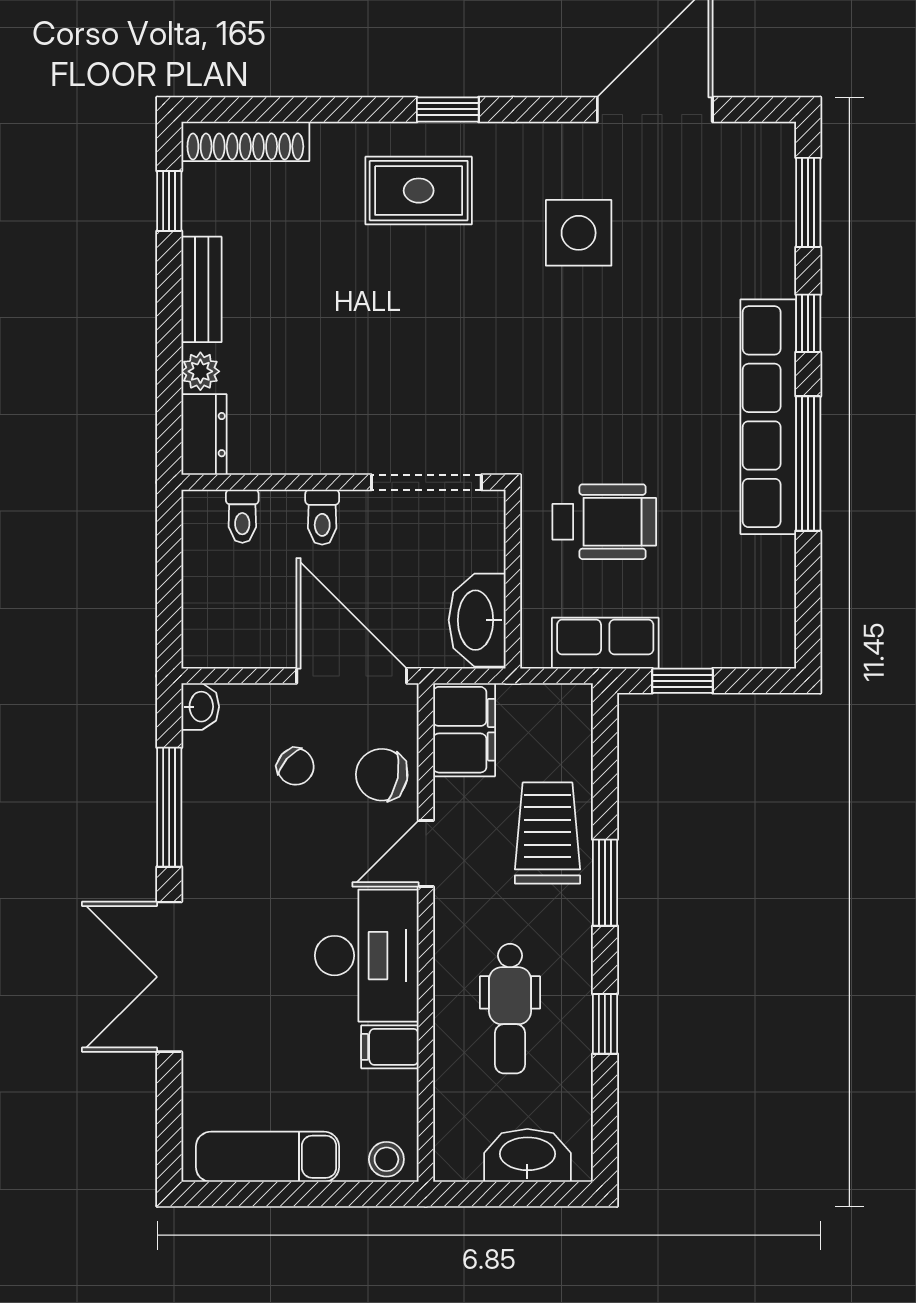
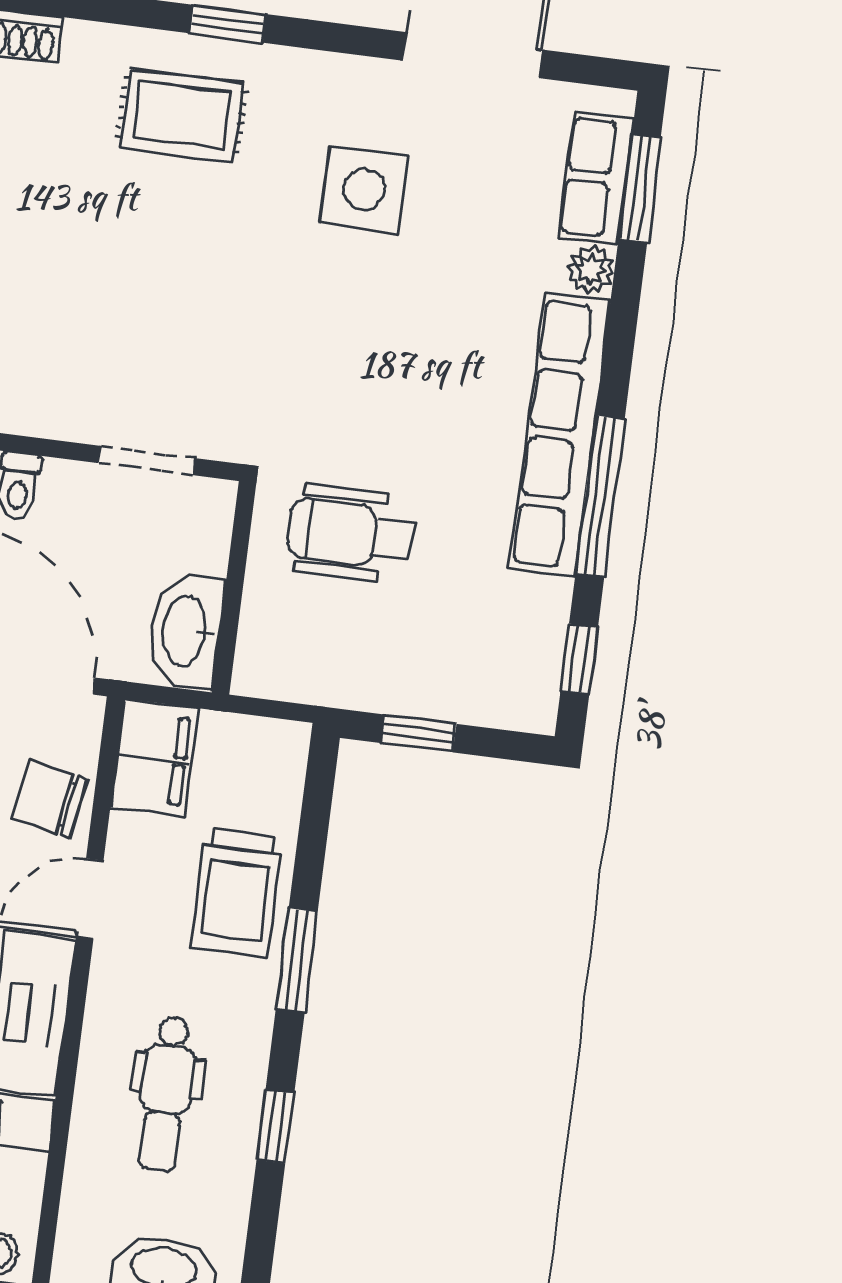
plant: (776, 276) -> (591, 270), added
window: (808, 323) -> (579, 659), moved
doorway: (426, 482) -> (147, 461), width x0.73
wheelchair: (604, 522) -> (351, 534), turned 180
row of seats: (605, 643) -> (596, 178), moved, turned -90
trolley: (548, 833) -> (237, 893), turned 180

